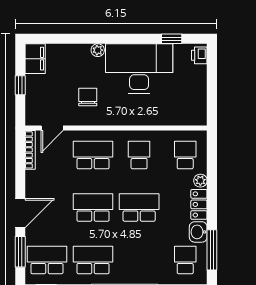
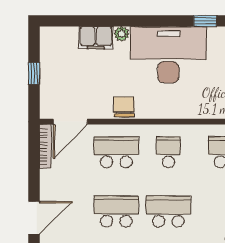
filing cabinet: (35, 59) -> (96, 38), moved, turned 90
chair: (88, 97) -> (124, 107), moved
door: (52, 128) -> (70, 122), width x1.38

